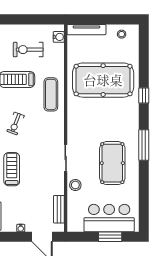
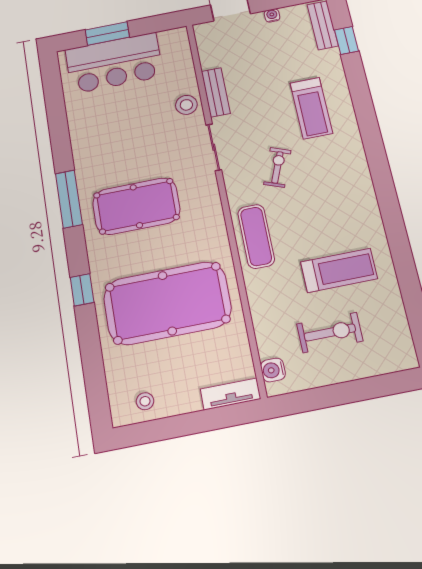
tv unit: (86, 30) -> (231, 394), width x0.71
exercise mat: (51, 94) -> (256, 236), moved
exercise bike: (16, 123) -> (277, 167), moved
pool table: (112, 163) -> (136, 206), moved, turned 90
bench: (59, 209) -> (216, 92), moved

